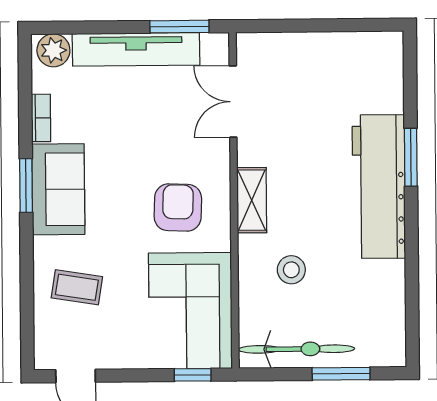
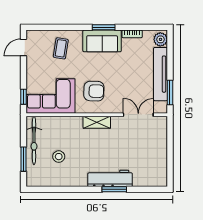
workbench: (379, 187) -> (110, 178), width x0.73, depth x0.76
stool: (291, 270) -> (59, 157), moved

